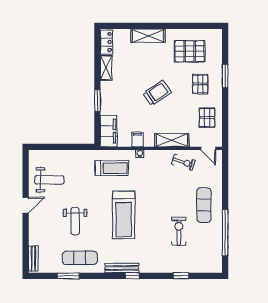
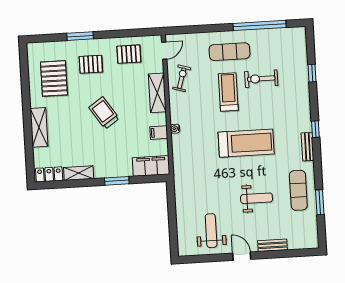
treadmill: (112, 168) -> (228, 92), moved
bench: (33, 258) -> (272, 245), moved
bench: (122, 268) -> (308, 147), width x0.73

